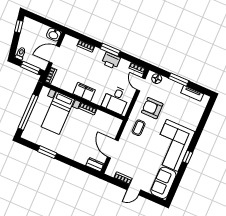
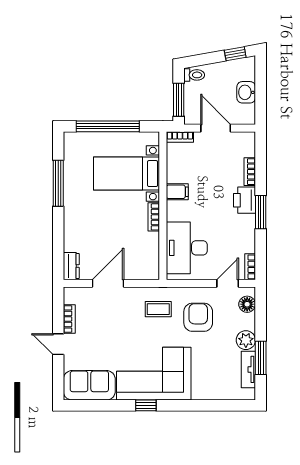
washbasin: (54, 35) -> (246, 92), moved
printer: (111, 60) -> (244, 200), moved
window: (179, 80) -> (261, 358), moved
plant: (176, 88) -> (246, 340), added
filing cabinet: (84, 92) -> (177, 192), width x0.50
desk: (116, 100) -> (187, 248), width x1.37
window: (47, 152) -> (58, 183), width x1.44

